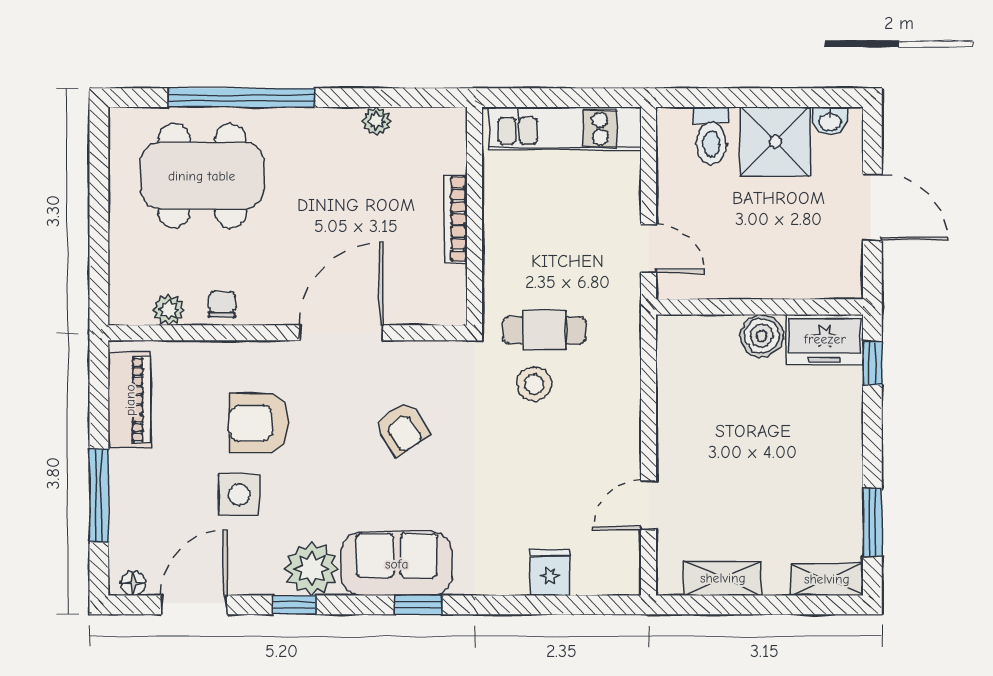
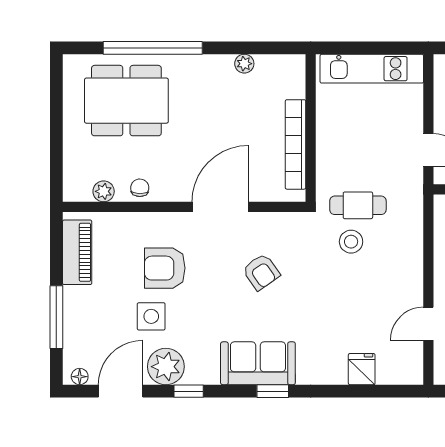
bookcase: (456, 219) -> (295, 144), width x1.48, depth x1.31
plant: (312, 569) -> (166, 367), moved

